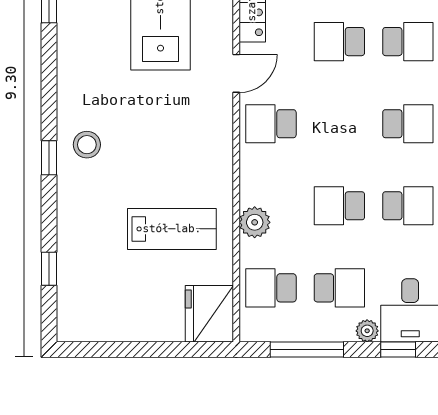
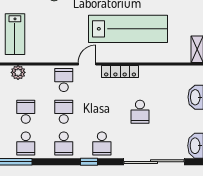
school desk: (339, 42) -> (64, 112), moved
door: (236, 73) -> (87, 64), swing flipped

